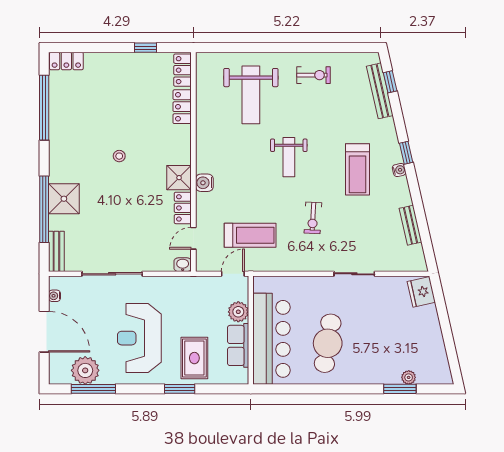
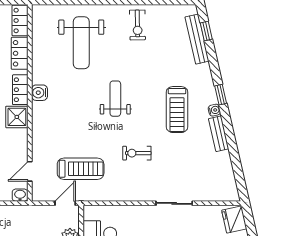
exercise bike: (313, 75) -> (137, 25), turned 89
weight bench: (289, 157) -> (115, 99), turned 180
water cooler: (204, 183) -> (40, 93), moved
locker: (183, 208) -> (20, 90), moved
exercise bike: (313, 218) -> (137, 153), turned 87
bench: (410, 225) -> (219, 134), moved

